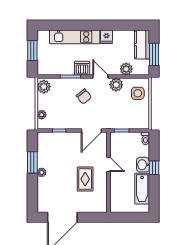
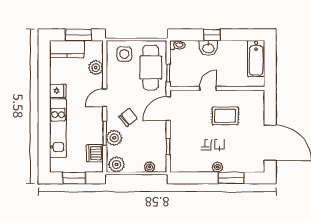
dishwasher: (82, 68) -> (95, 153), moved
plant: (116, 85) -> (114, 138), moved
cafe table: (126, 116) -> (151, 68), added
door: (91, 131) -> (168, 109), swing flipped
window: (32, 162) -> (231, 178), moved
bathtub: (142, 189) -> (256, 59), moved, turned 90

